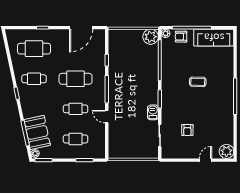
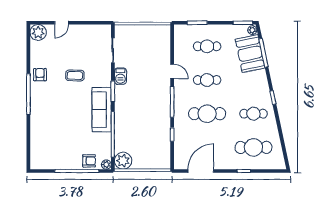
sofa: (214, 38) -> (102, 110), moved, turned -90
coffee table: (198, 82) -> (75, 75), moved
armchair: (187, 130) -> (40, 75), moved

